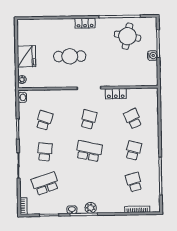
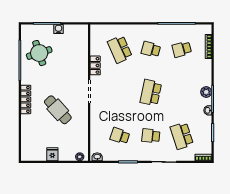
locker: (85, 23) -> (26, 99), width x1.53
round table: (127, 36) -> (39, 53), turned -30
fridge: (26, 56) -> (52, 154), width x0.53, depth x0.75
cafe table: (70, 56) -> (58, 110), turned -42
school desk: (89, 119) -> (120, 93), removed
school desk: (133, 119) -> (120, 49), width x1.85

